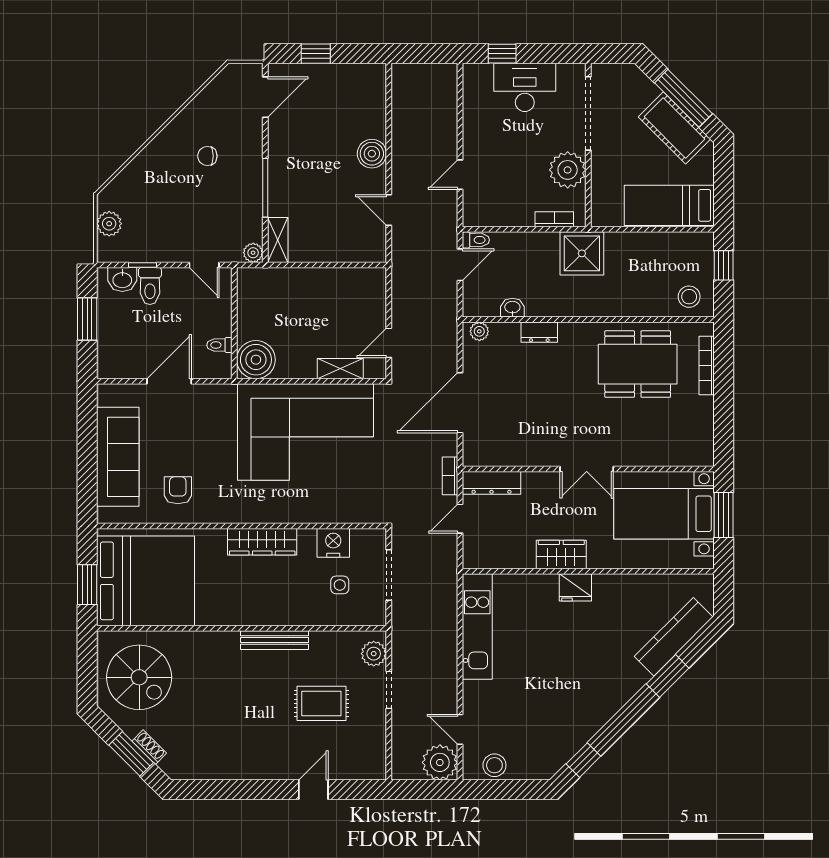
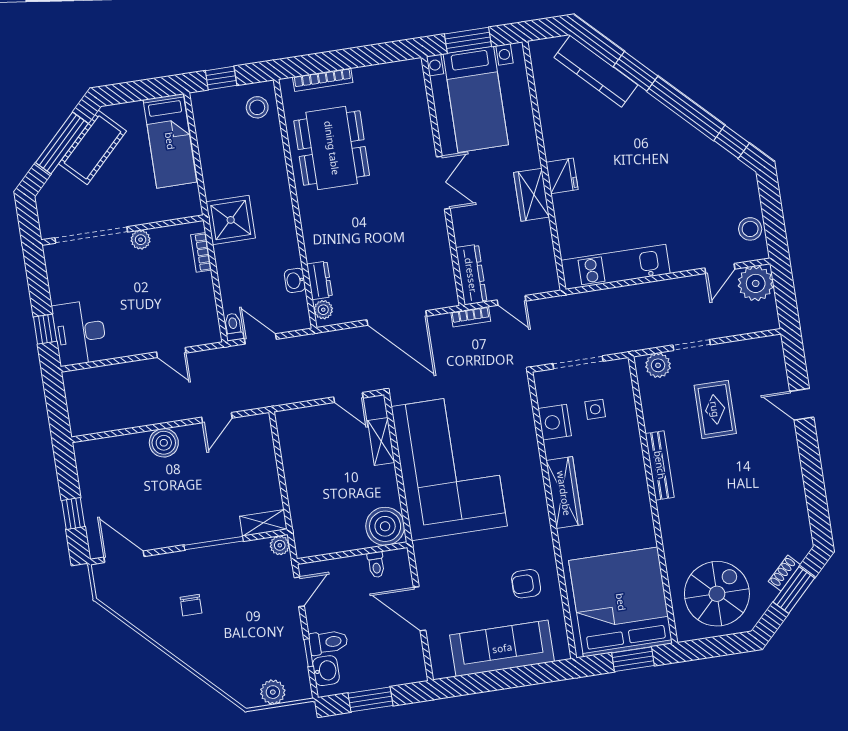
desk: (525, 87) -> (80, 333), moved
plant: (568, 170) -> (141, 240), width x0.53, depth x0.53
dresser: (539, 332) -> (320, 280), moved

